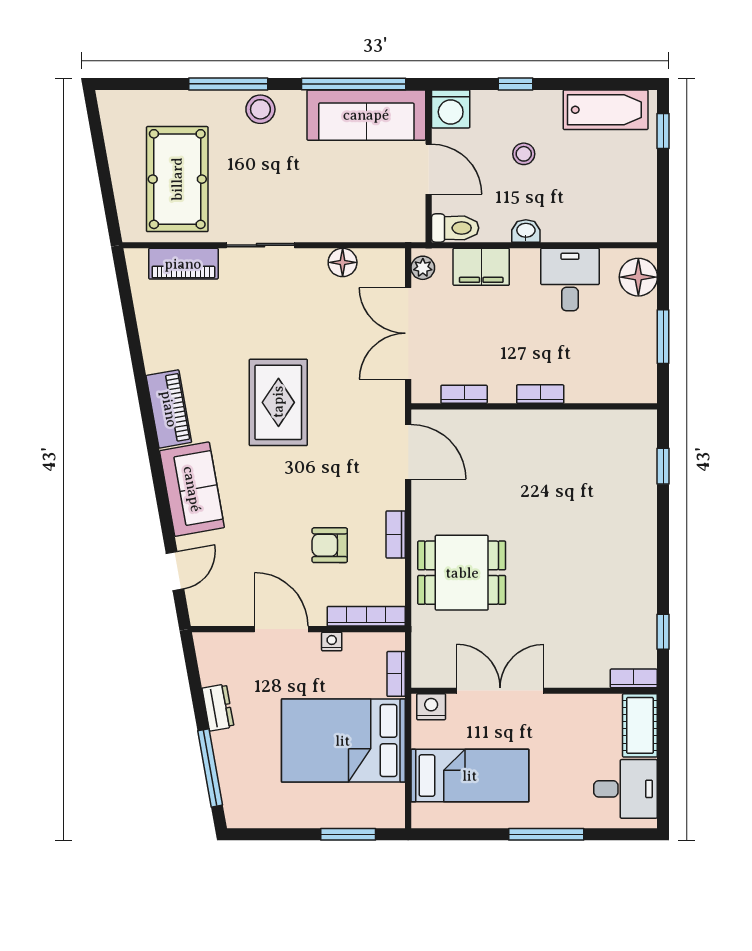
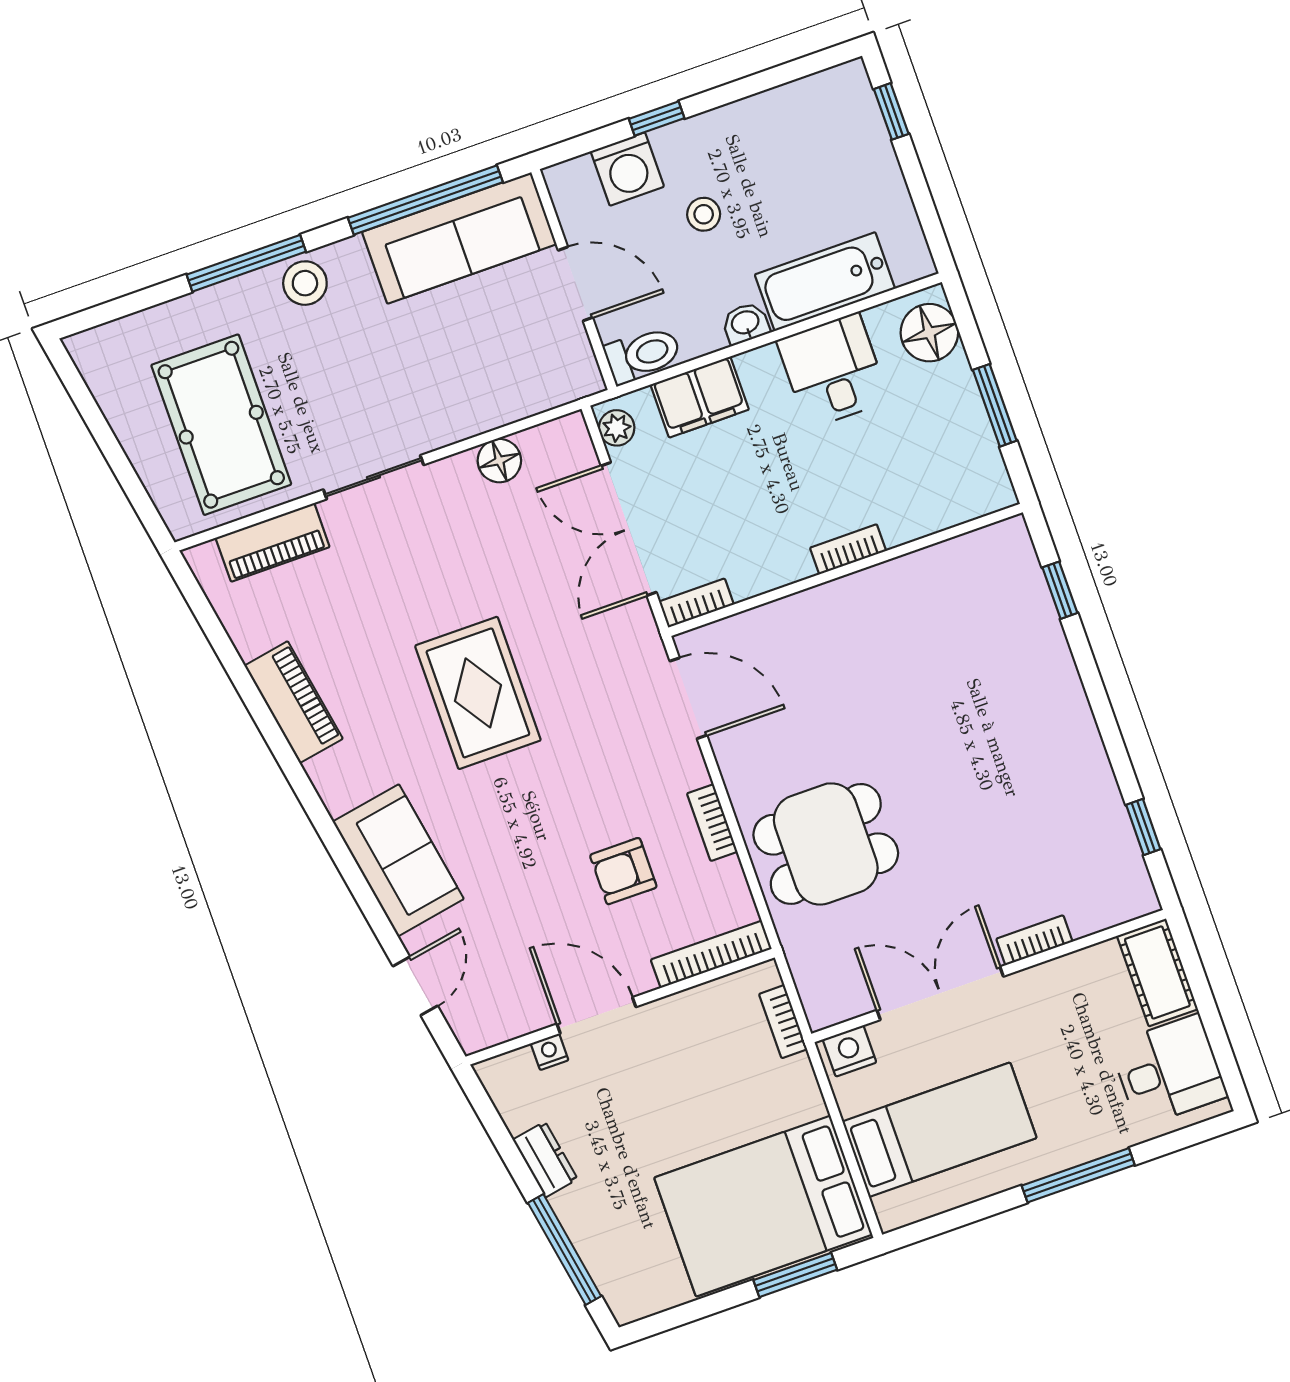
washing machine: (451, 109) -> (627, 169), moved
bathtub: (606, 110) -> (825, 282), moved, turned 180
bookcase: (464, 394) -> (696, 603), moved
piano: (169, 409) -> (294, 702), moved
nightstand: (332, 641) -> (550, 1052), moved
bookcase: (634, 678) -> (1034, 940), moved
bed: (343, 741) -> (763, 1206), moved

